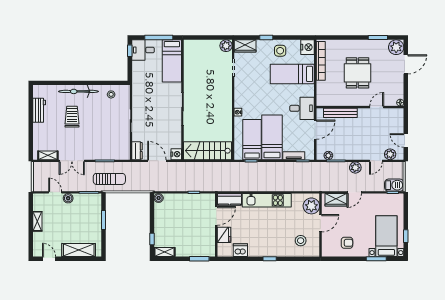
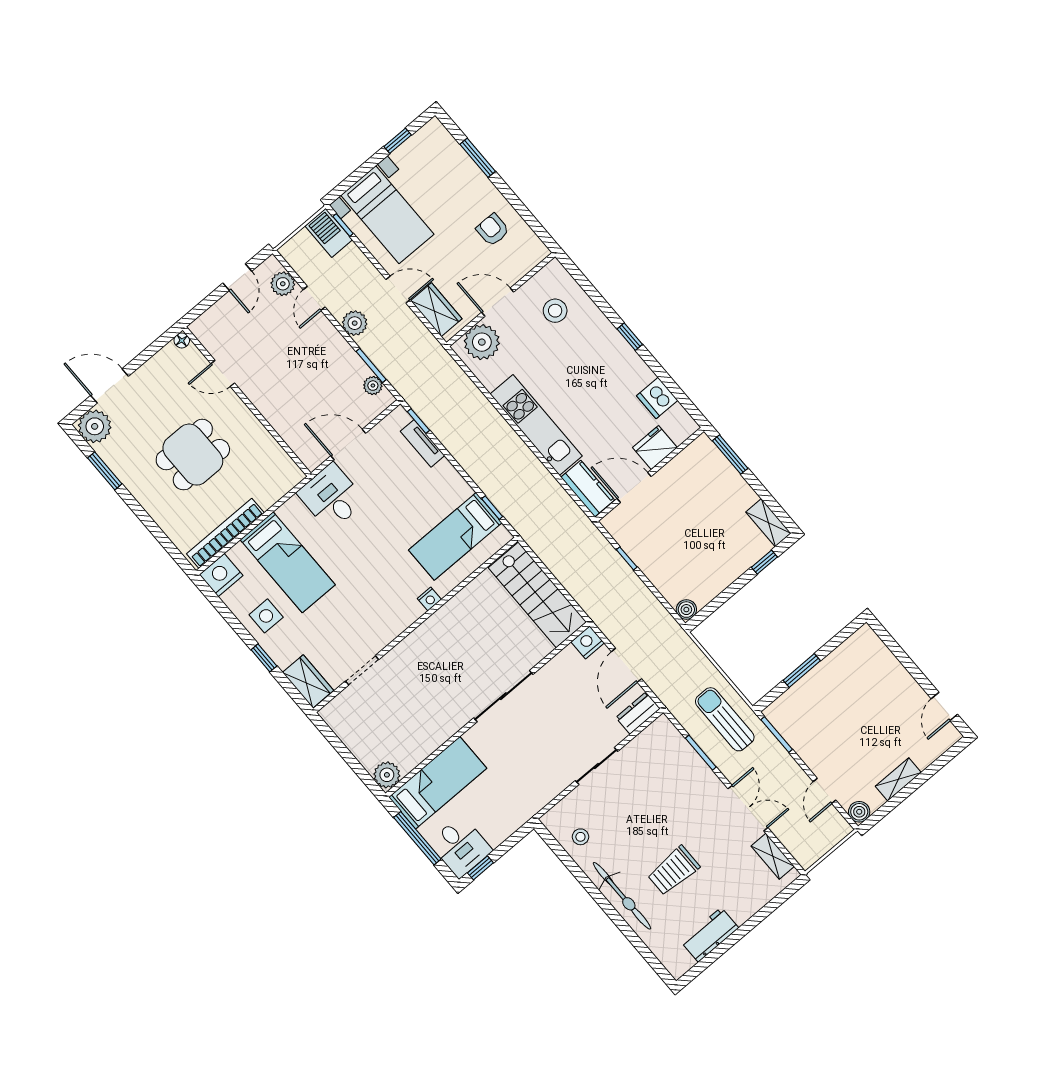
plant: (226, 46) -> (387, 775), moved
bench: (340, 113) -> (284, 426), removed
bed: (272, 137) -> (423, 506), removed
door: (376, 161) -> (314, 298), swing flipped
boiler: (68, 198) -> (859, 812), moved
bed with nightstands: (386, 236) -> (387, 215), moved, turned -90
shelving: (79, 250) -> (887, 669), removed

